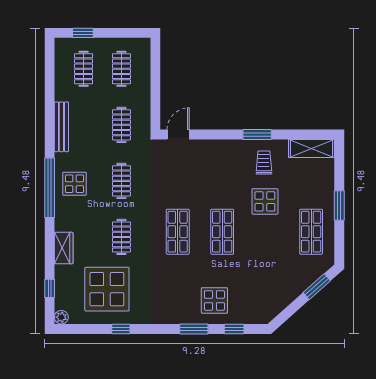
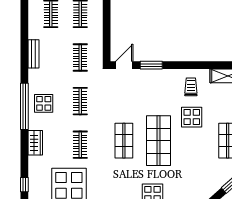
bench: (61, 127) -> (34, 54), width x0.73
window: (257, 134) -> (151, 65), moved
shop shelf: (222, 232) -> (158, 141), width x1.43, depth x1.36
wardrobe: (64, 248) -> (35, 143), moved

